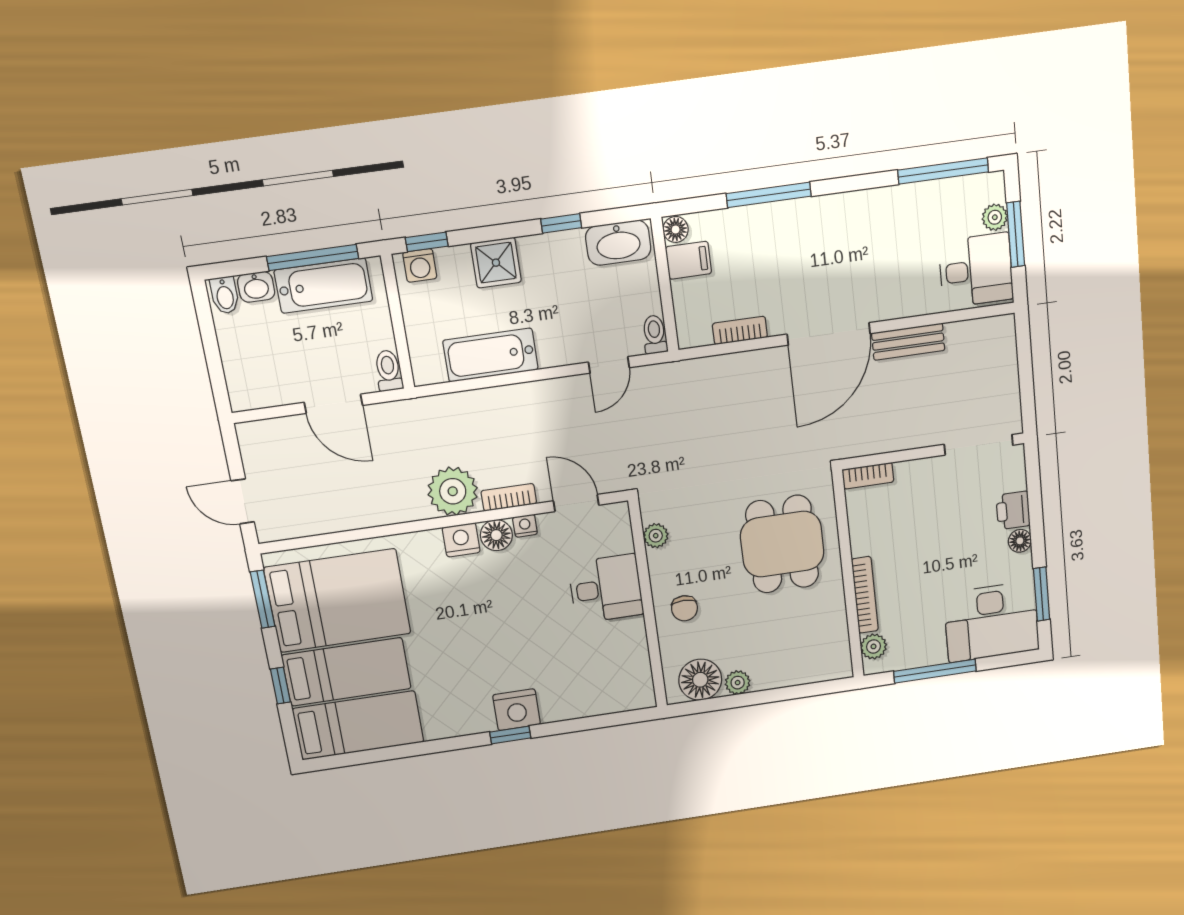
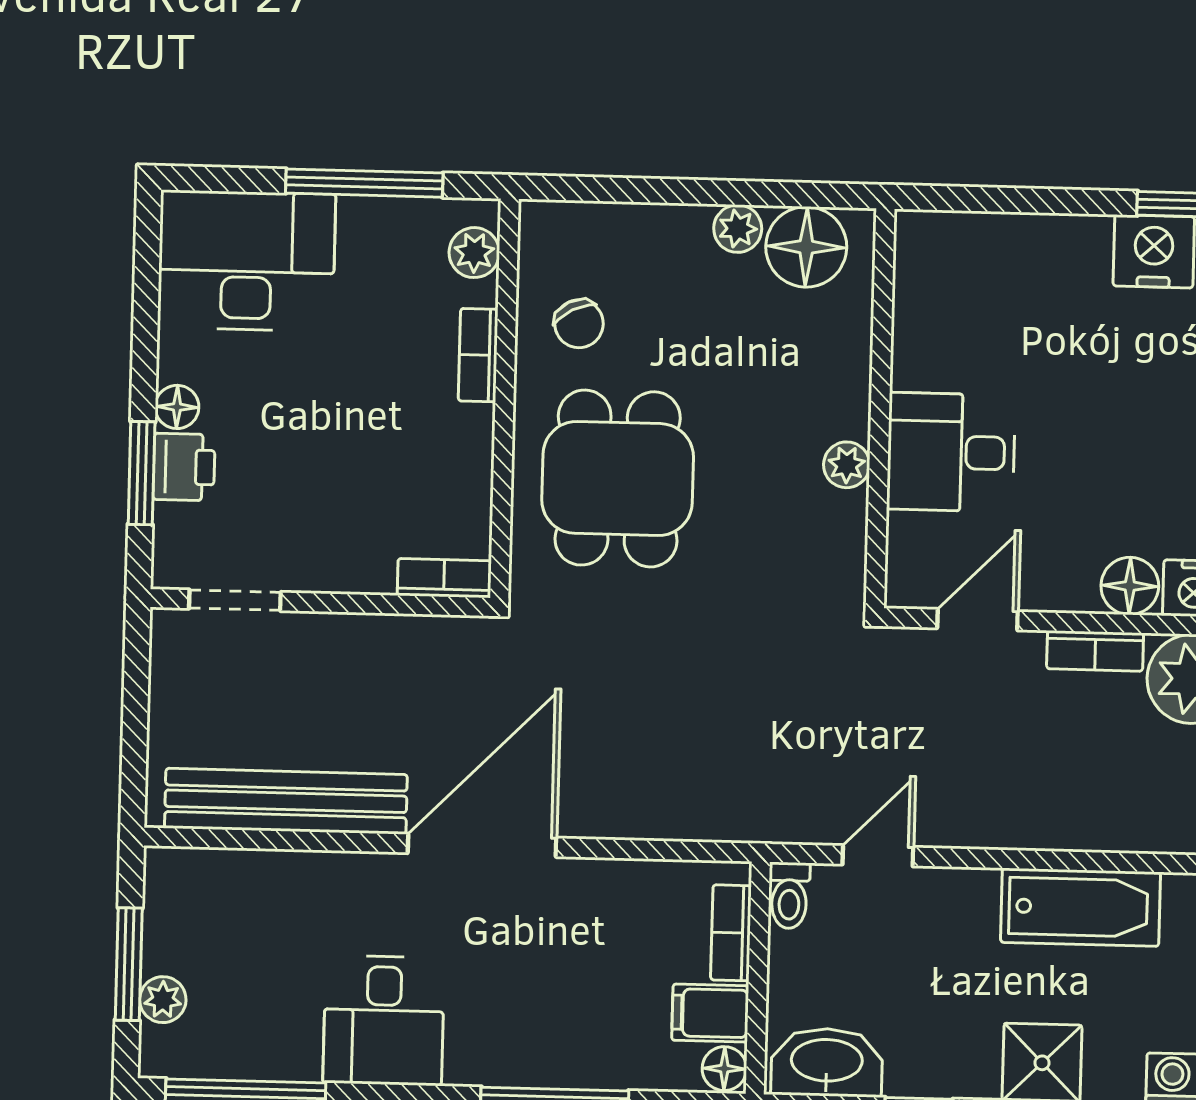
desk: (976, 270) -> (384, 1021), moved, turned -90
bookcase: (740, 330) -> (731, 933), moved, turned 90
bench: (908, 342) -> (286, 801), width x1.86, depth x1.21
doorway: (979, 445) -> (235, 600), width x0.73
door: (576, 503) -> (977, 620), swing flipped
nightstand: (525, 526) -> (1076, 594), removed
plant: (656, 536) -> (847, 465), moved
window: (1042, 594) -> (142, 473), moved
bookcase: (865, 595) -> (478, 355), width x0.64
chair: (685, 608) -> (579, 324), moved, turned 153

